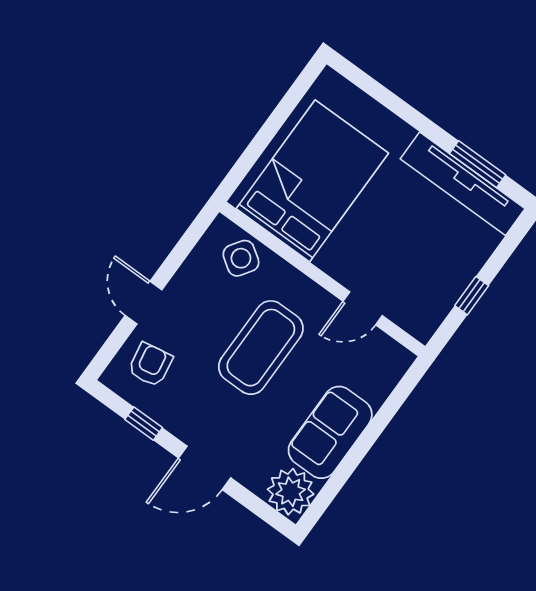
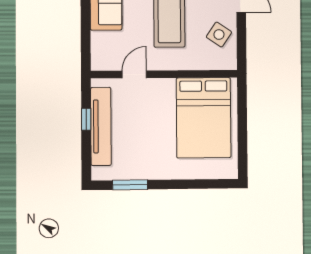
tv unit: (463, 184) -> (101, 126), moved, turned 90
side table: (241, 258) -> (219, 35), moved

